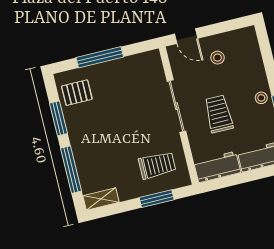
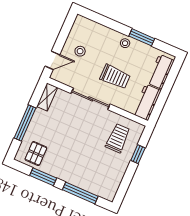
trolley: (219, 114) -> (115, 77), turned 180
shelving: (101, 199) -> (47, 97), moved
window: (157, 199) -> (138, 154), width x0.67

